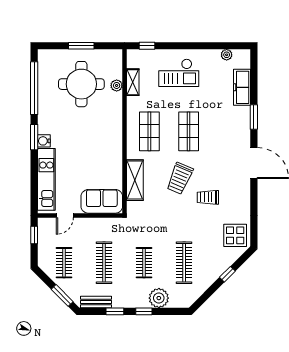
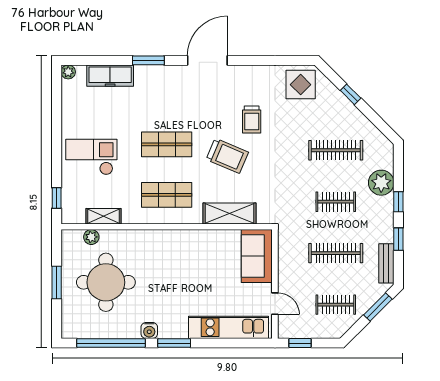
plant: (227, 55) -> (68, 72), moved
checkout: (179, 73) -> (91, 157), turned -90
plant: (117, 85) -> (91, 237), moved
water cooler: (44, 141) -> (149, 330), moved

